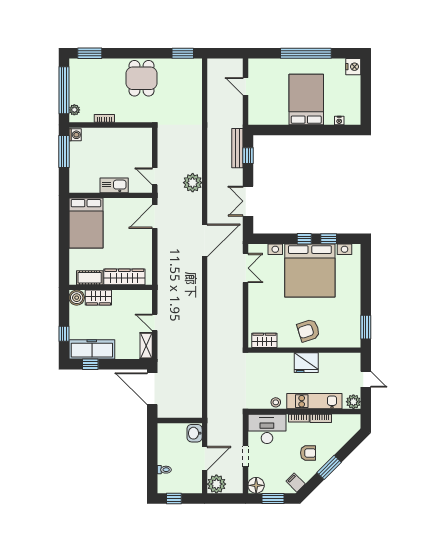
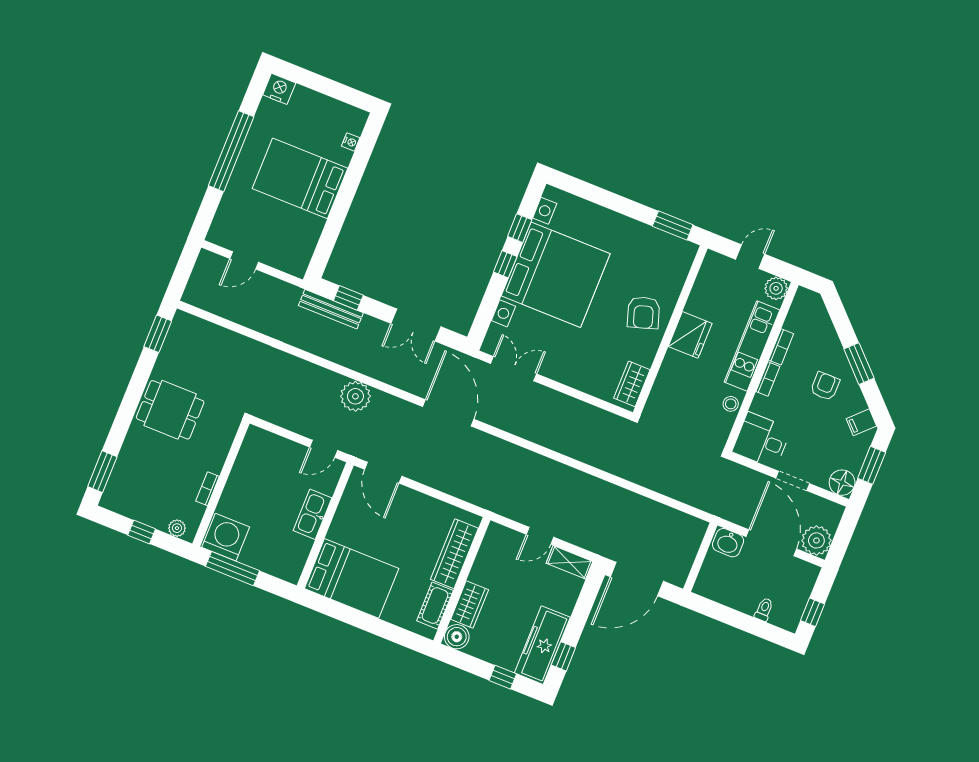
window: (64, 90) -> (142, 532), width x0.32
washing machine: (75, 135) -> (226, 537), width x1.89, depth x1.89
desk: (267, 429) -> (762, 440), width x0.73
door: (205, 458) -> (771, 543), width x1.36

